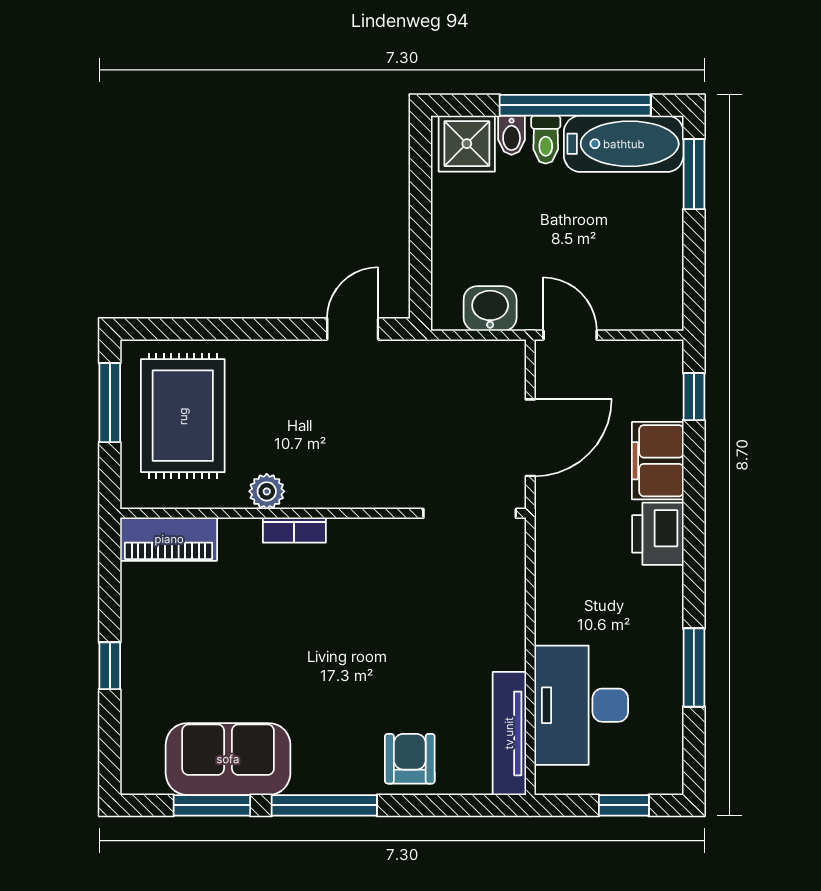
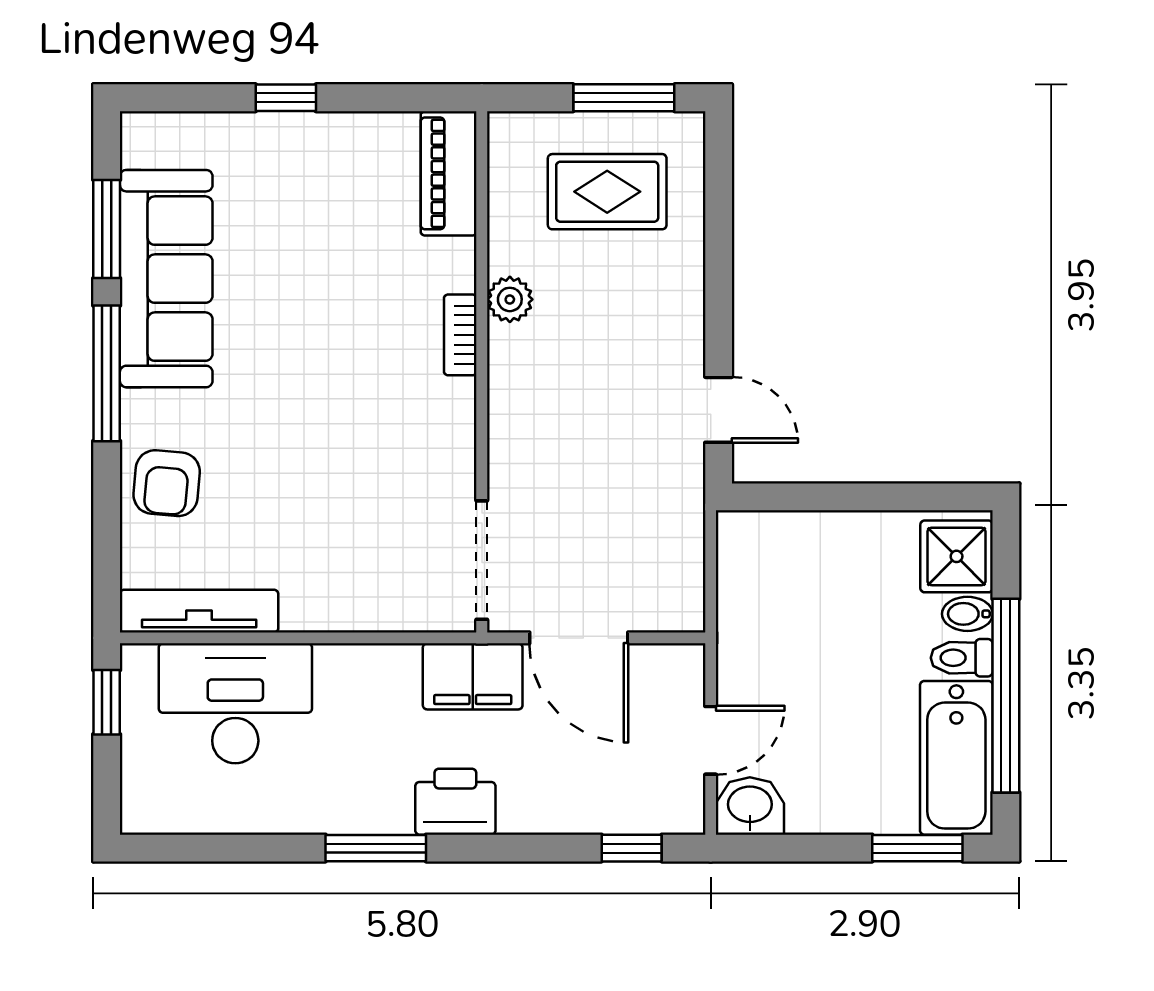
washbasin: (490, 309) -> (750, 806), moved, turned -90
door: (570, 335) -> (711, 740), moved
rug: (183, 416) -> (607, 192), width x0.73, depth x0.70
filing cabinet: (658, 461) -> (473, 676), moved, turned 180
window: (694, 668) -> (376, 848), moved
sofa: (228, 759) -> (166, 279), width x1.36
armchair: (410, 759) -> (167, 483), turned 95
window: (624, 805) -> (107, 702), moved

